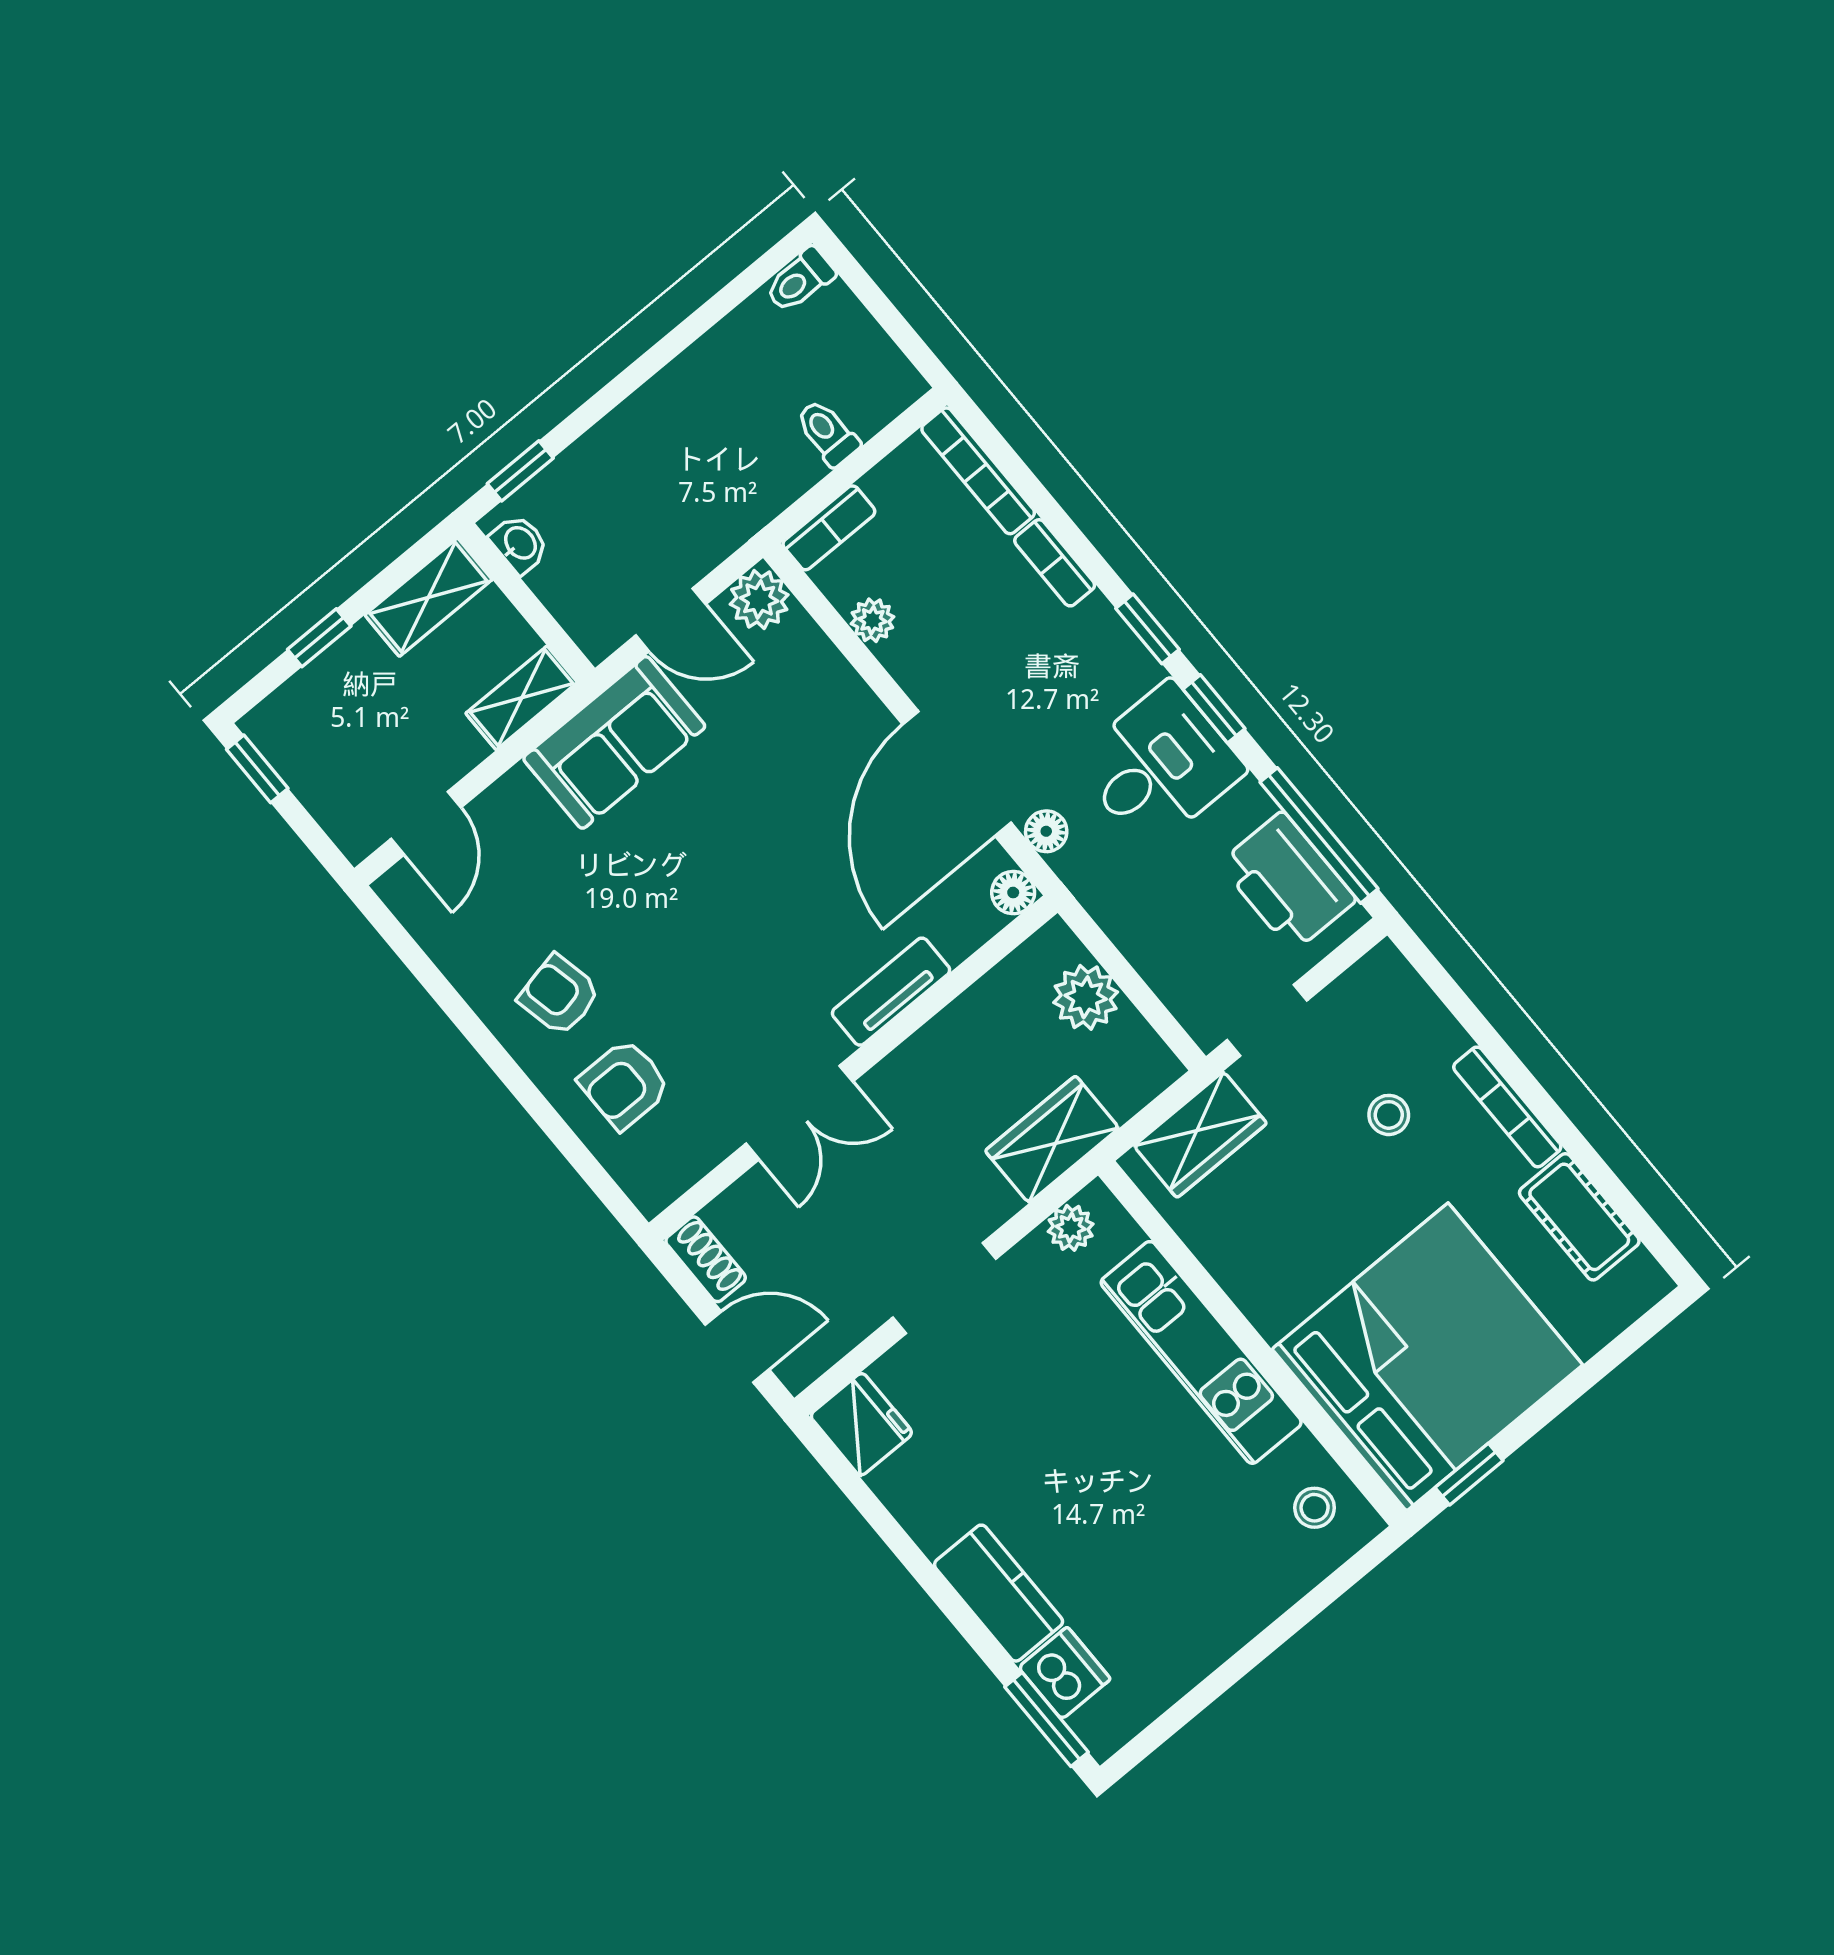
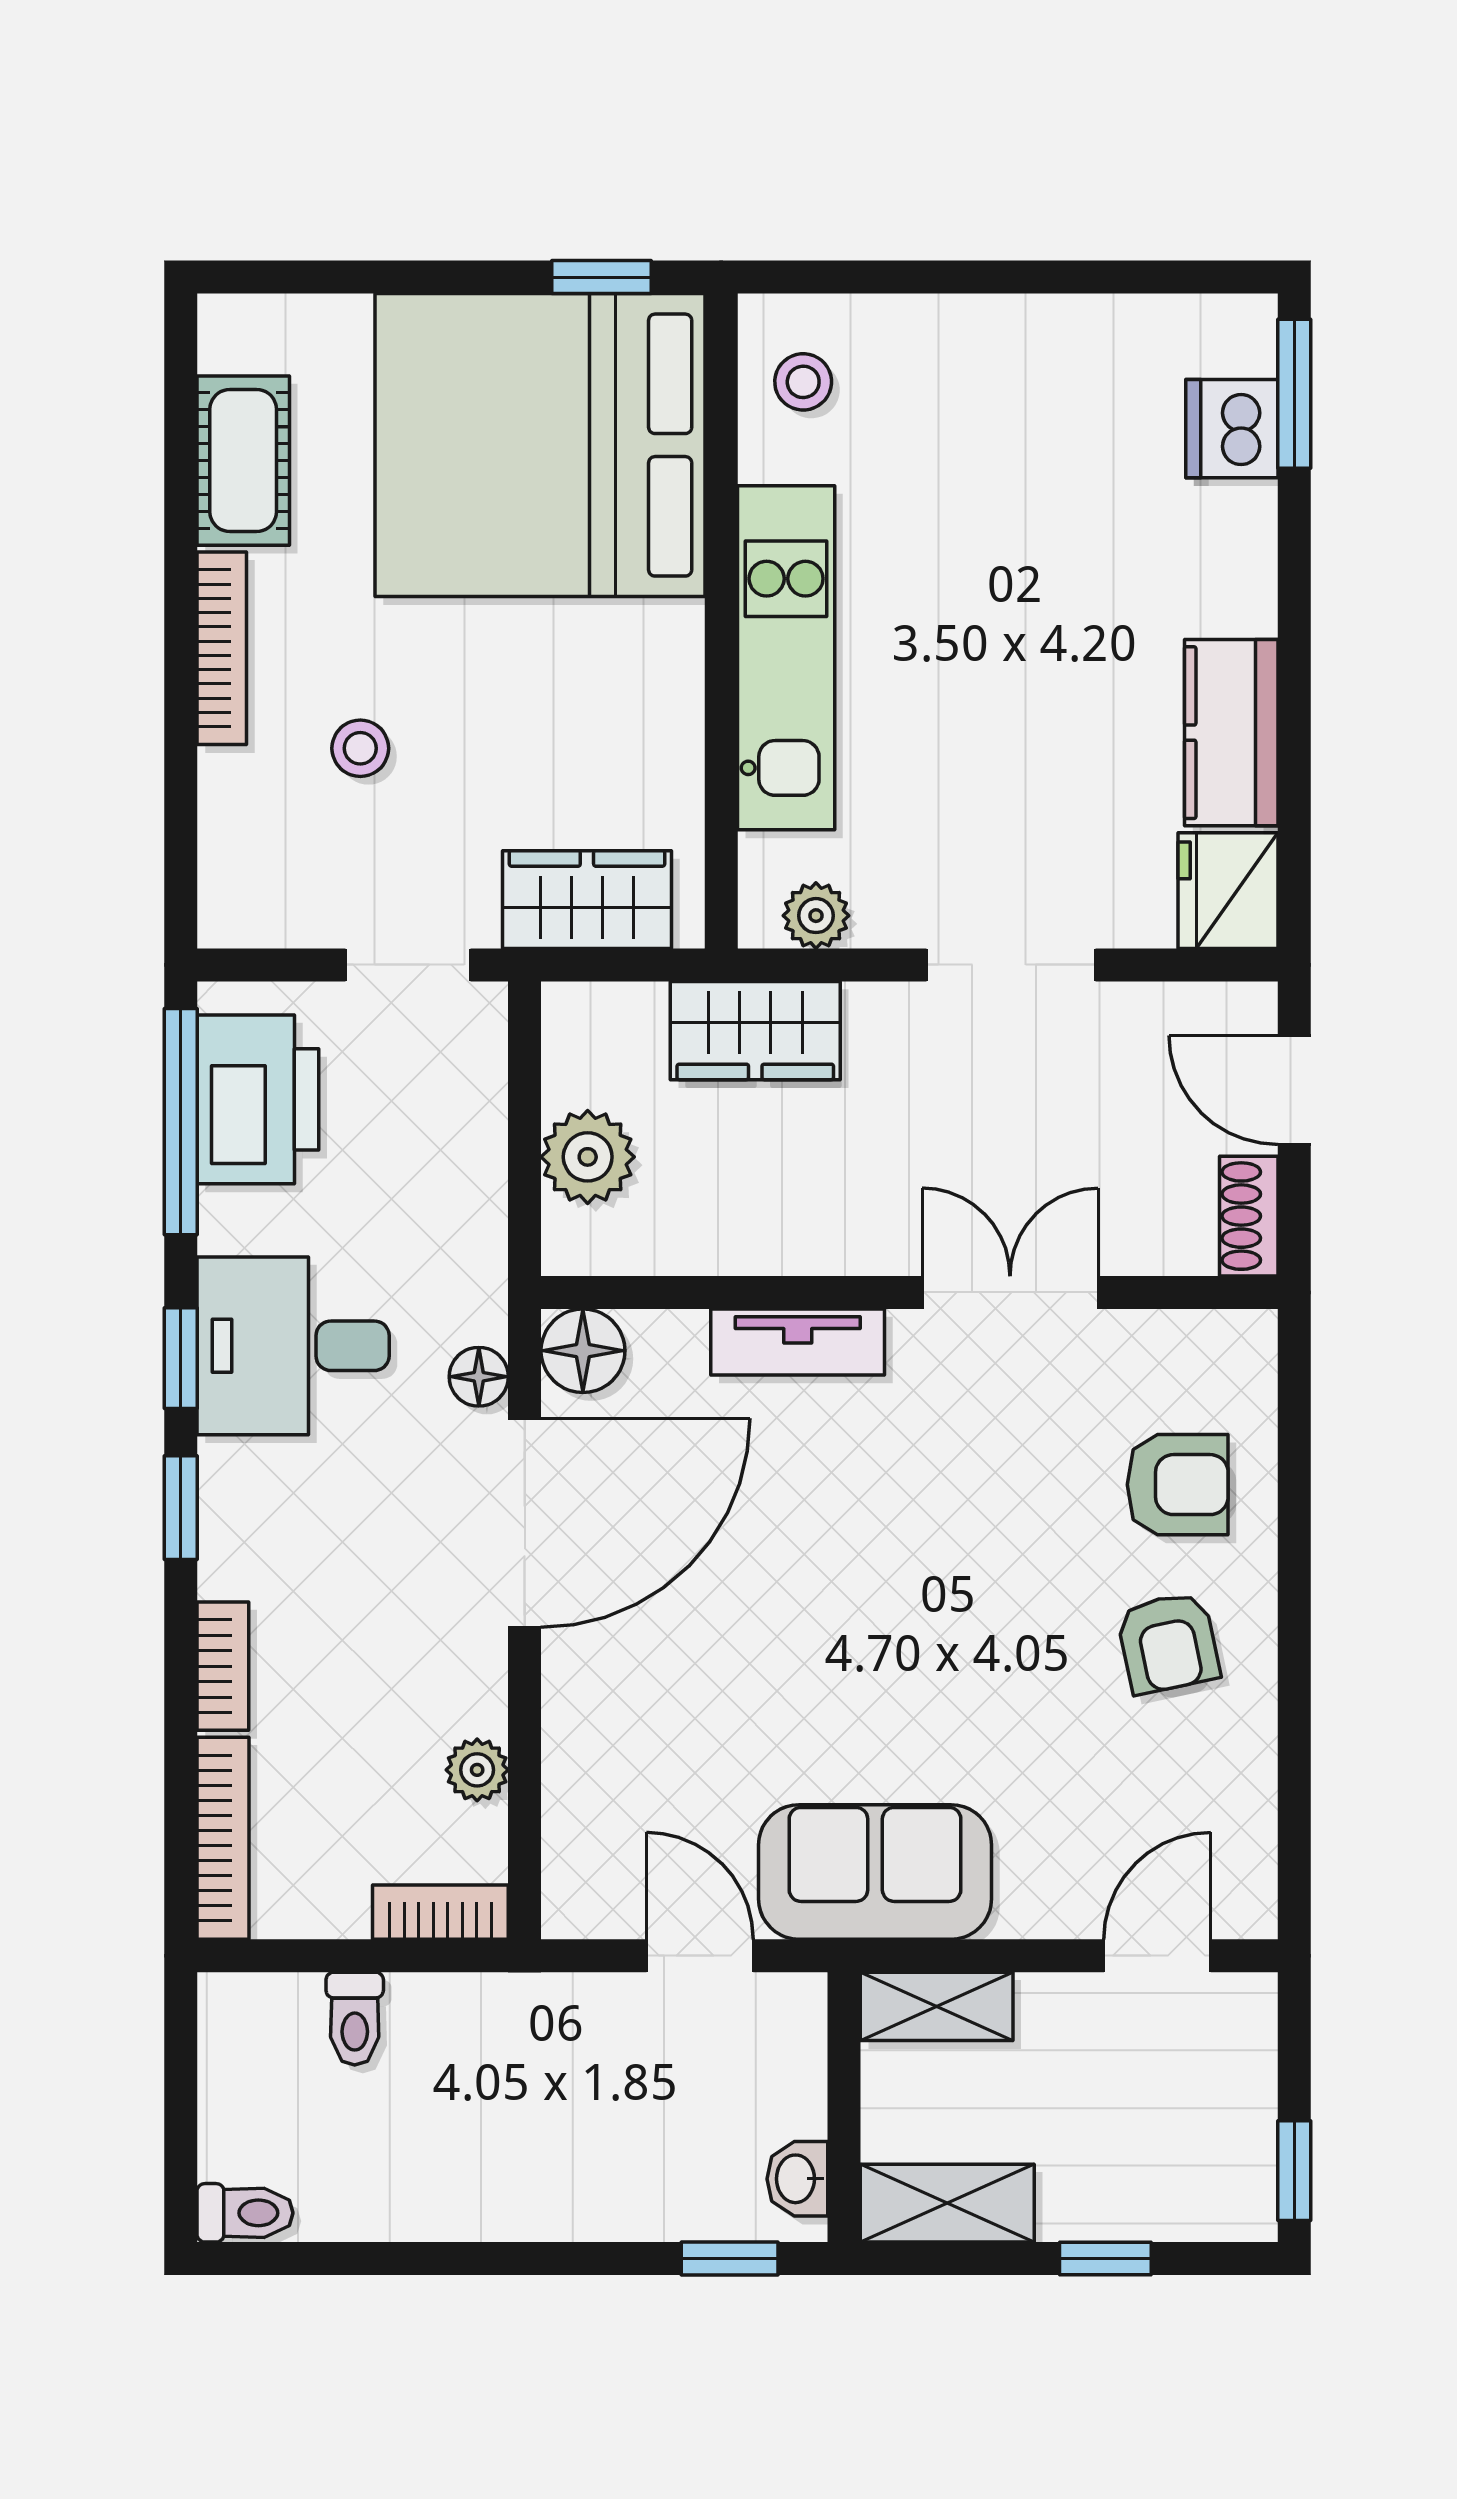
plant: (759, 600) -> (583, 1897), removed
floor lamp: (1013, 893) -> (583, 1351), width x1.37, depth x1.37
kitchen counter: (999, 1593) -> (1231, 733), moved

